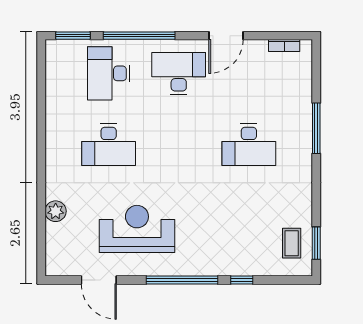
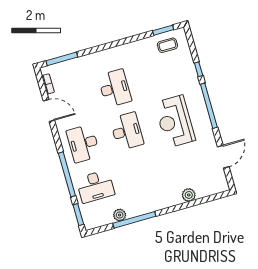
door: (226, 36) -> (49, 110), moved
plant: (55, 98) -> (120, 215), added
window: (41, 118) -> (134, 220), added
window: (316, 128) -> (62, 59), moved
desk: (109, 145) -> (127, 131), moved
reception desk: (137, 229) -> (175, 121), moved

